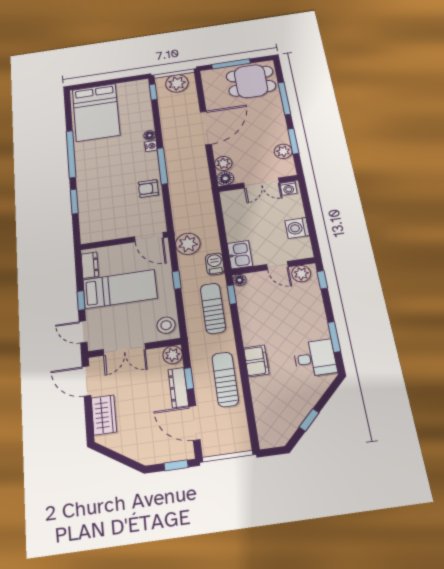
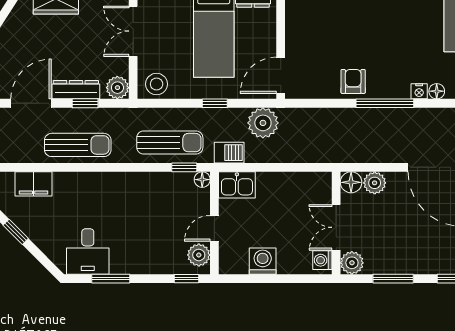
plant: (283, 151) -> (352, 263), moved
filing cabinet: (256, 361) -> (34, 184), moved

